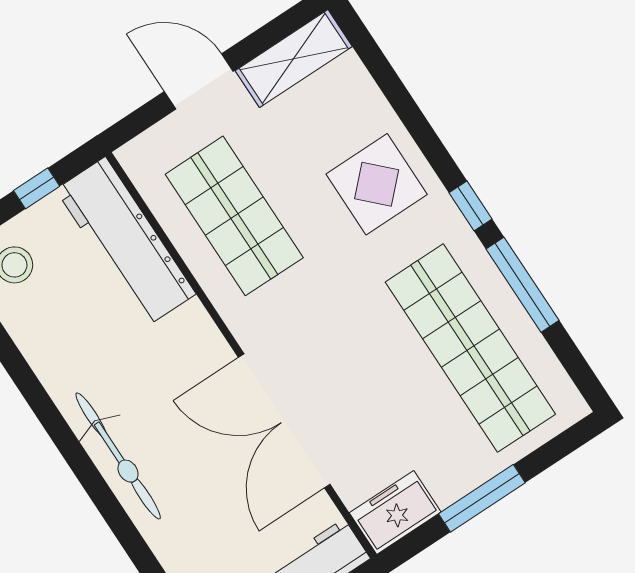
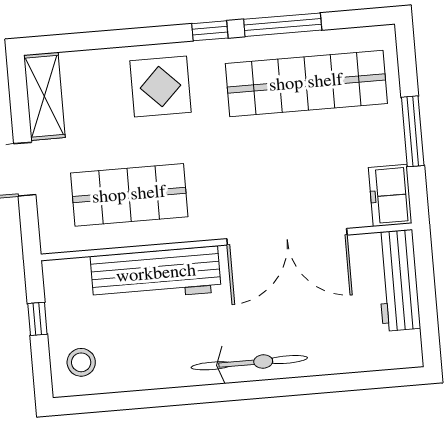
workbench: (126, 242) -> (156, 274), moved

